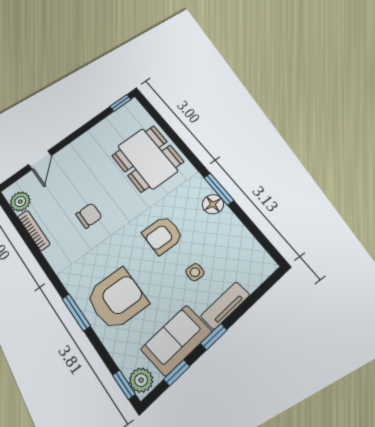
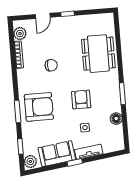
window: (120, 103) -> (68, 14), moved
floor lamp: (213, 204) -> (116, 119), moved
armchair: (163, 235) -> (81, 100), turned 90
armchair: (117, 299) -> (39, 107), moved
window: (177, 373) -> (48, 168), removed
window: (124, 385) -> (20, 146), moved

